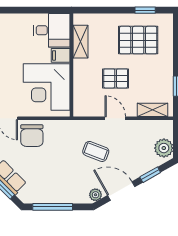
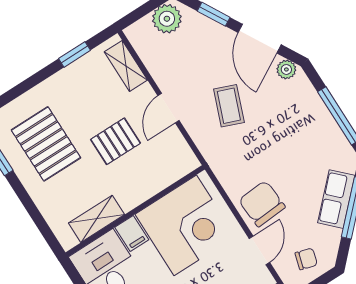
pallet: (116, 78) -> (116, 141), turned 90
chair: (32, 136) -> (262, 204), turned -94

